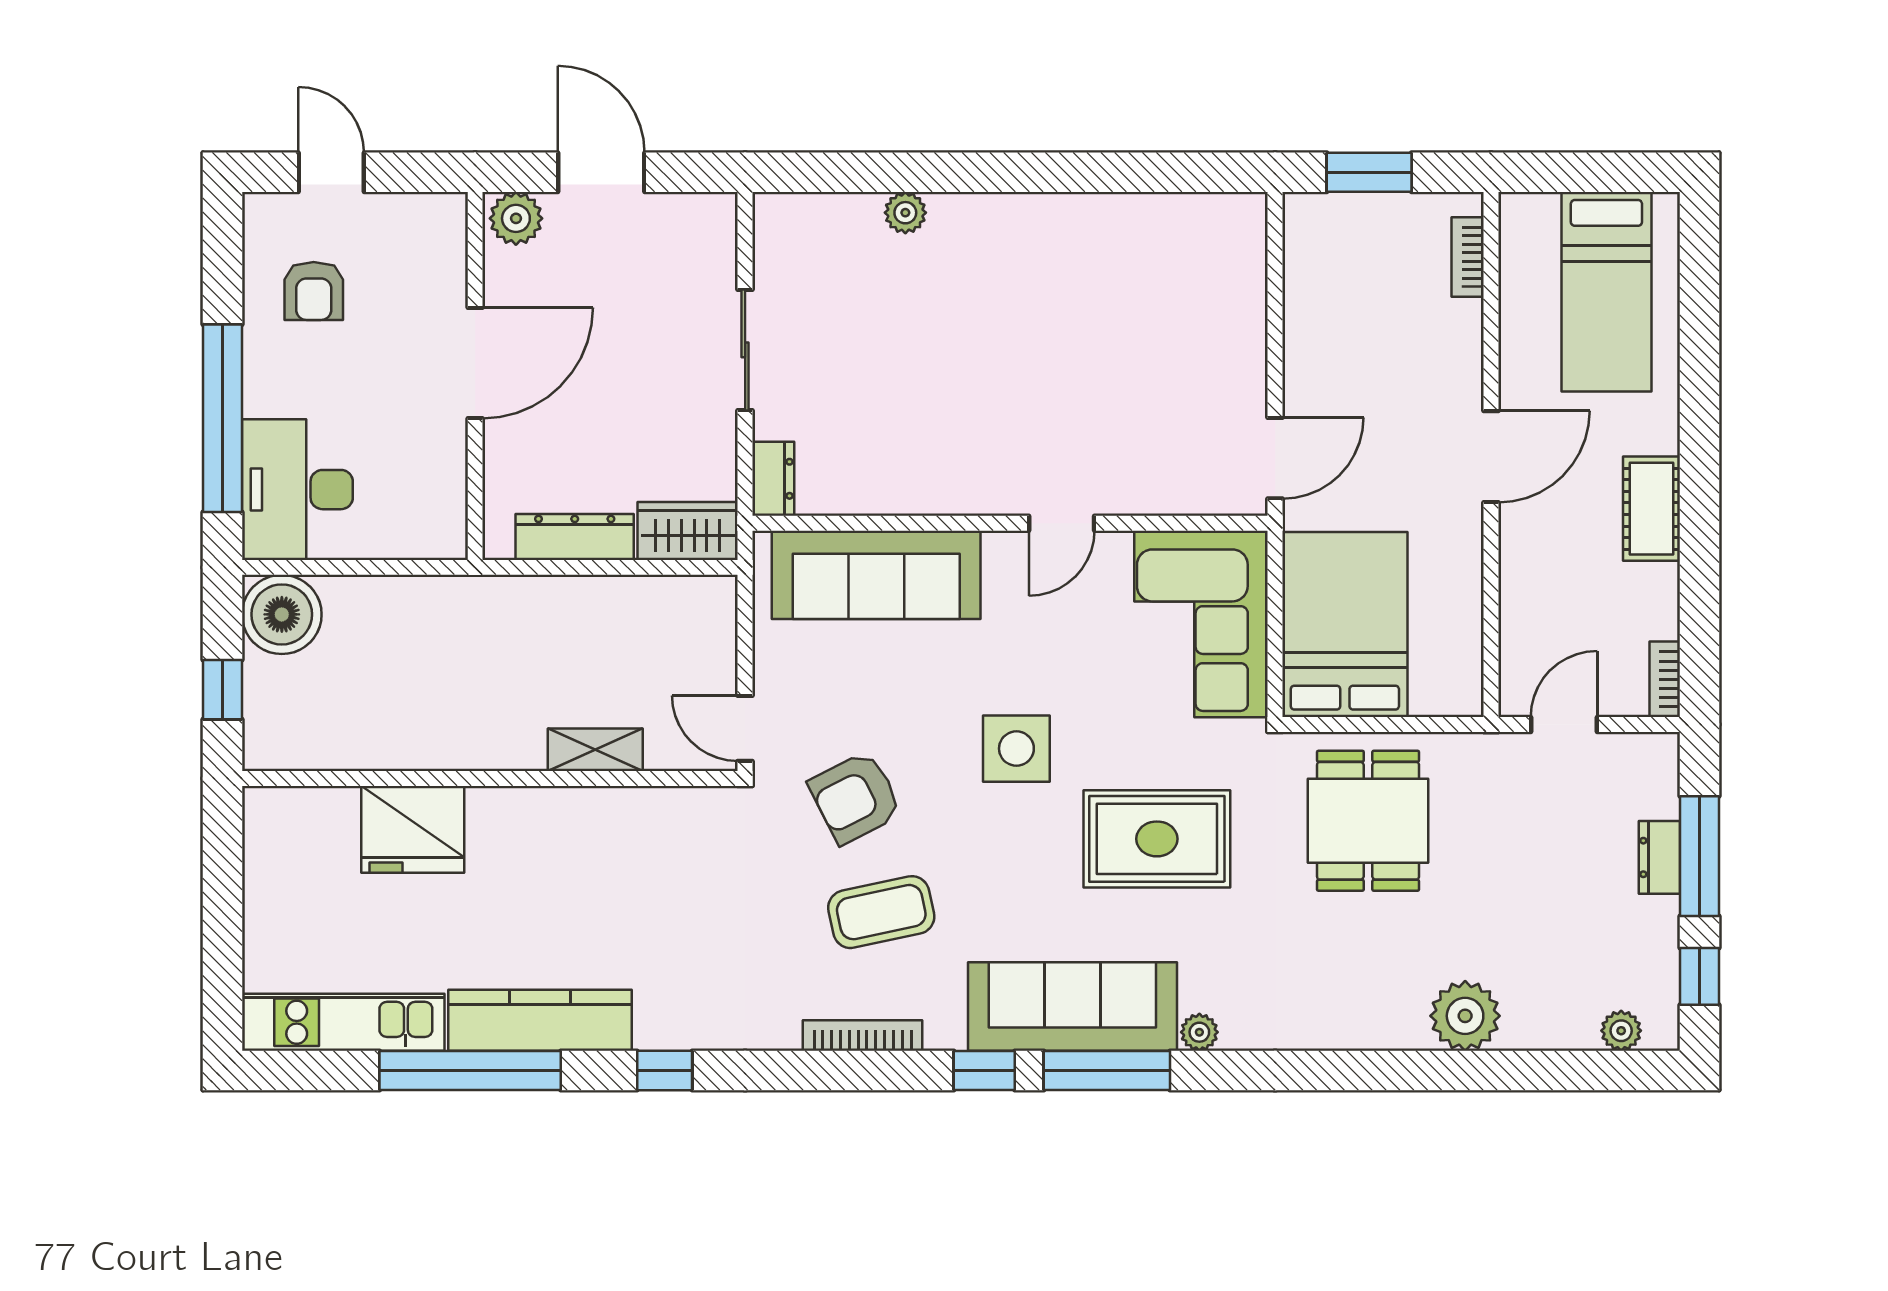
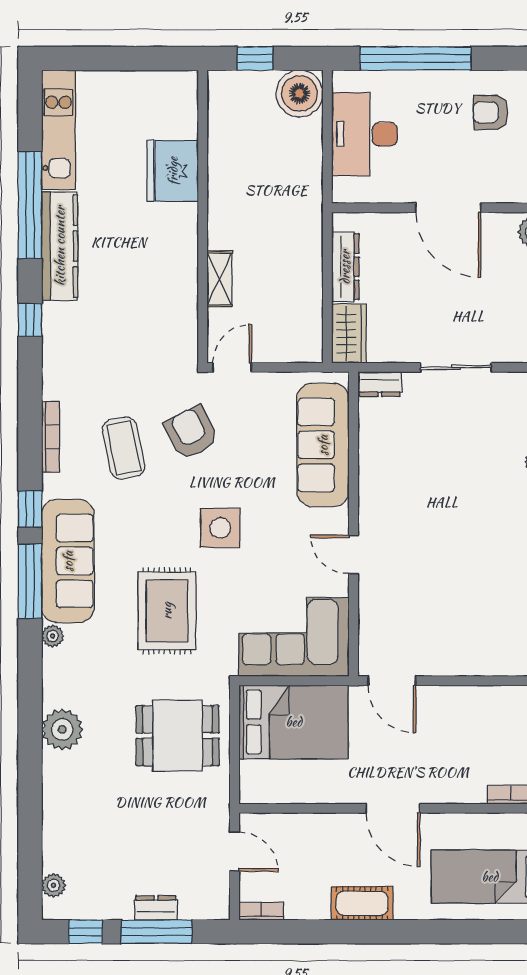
desk: (297, 490) -> (364, 134), moved, turned -90
plant: (1465, 1016) -> (62, 729), moved

